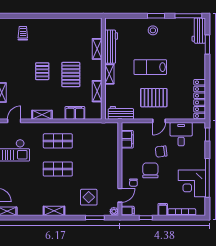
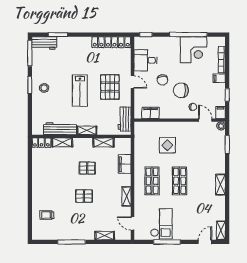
locker: (97, 28) -> (41, 143), added
pallet: (71, 75) -> (87, 168), width x0.67, depth x0.71
display table: (89, 197) -> (167, 145), moved

